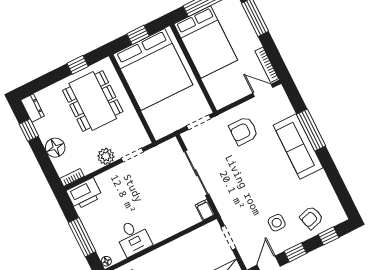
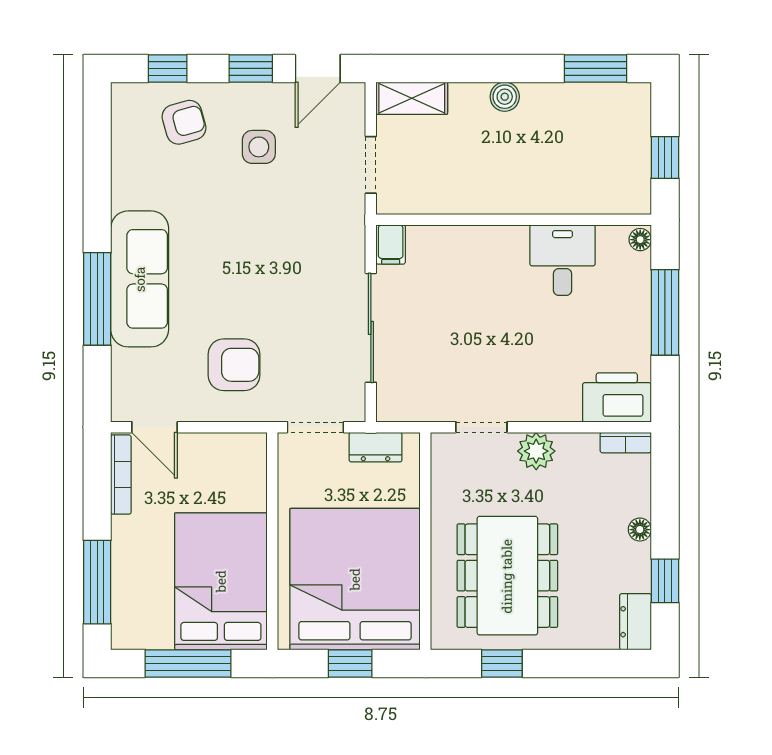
dresser: (171, 126) -> (376, 447), added
floor lamp: (55, 148) -> (640, 530), width x0.53, depth x0.53

